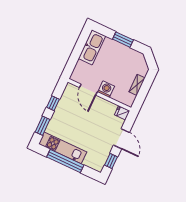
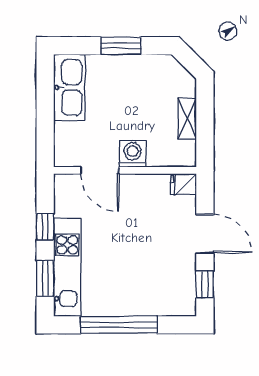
kitchen unit: (63, 148) -> (67, 267), moved, turned 90

